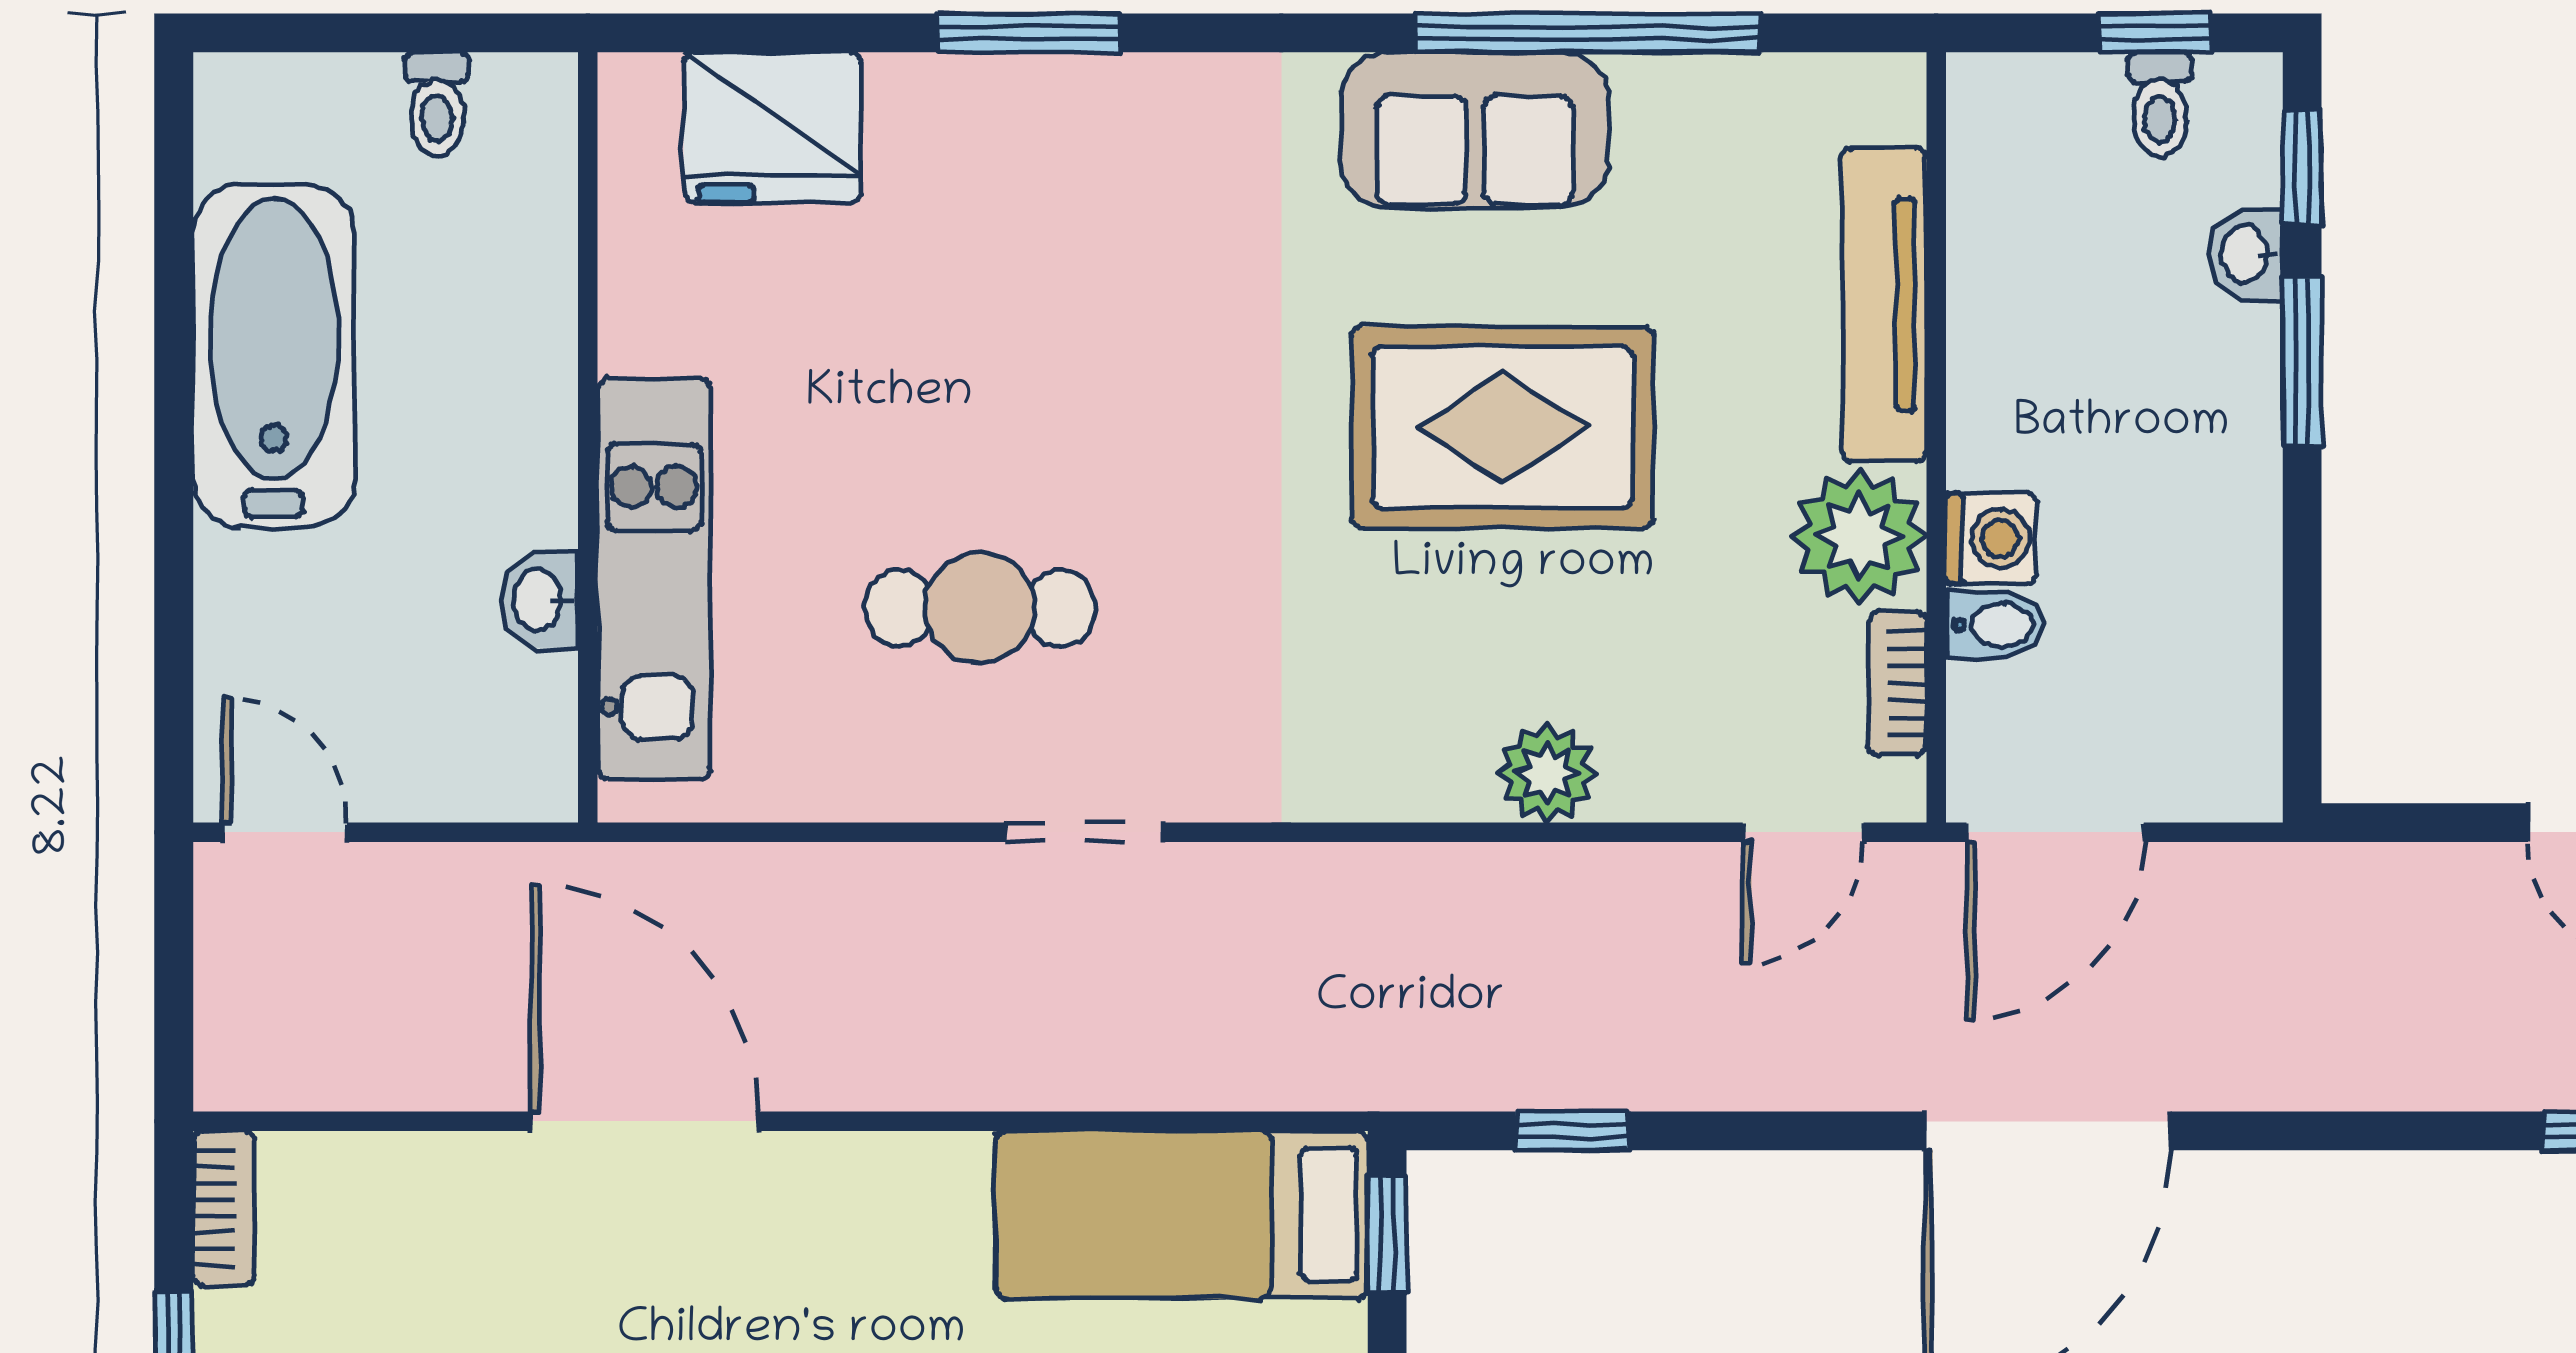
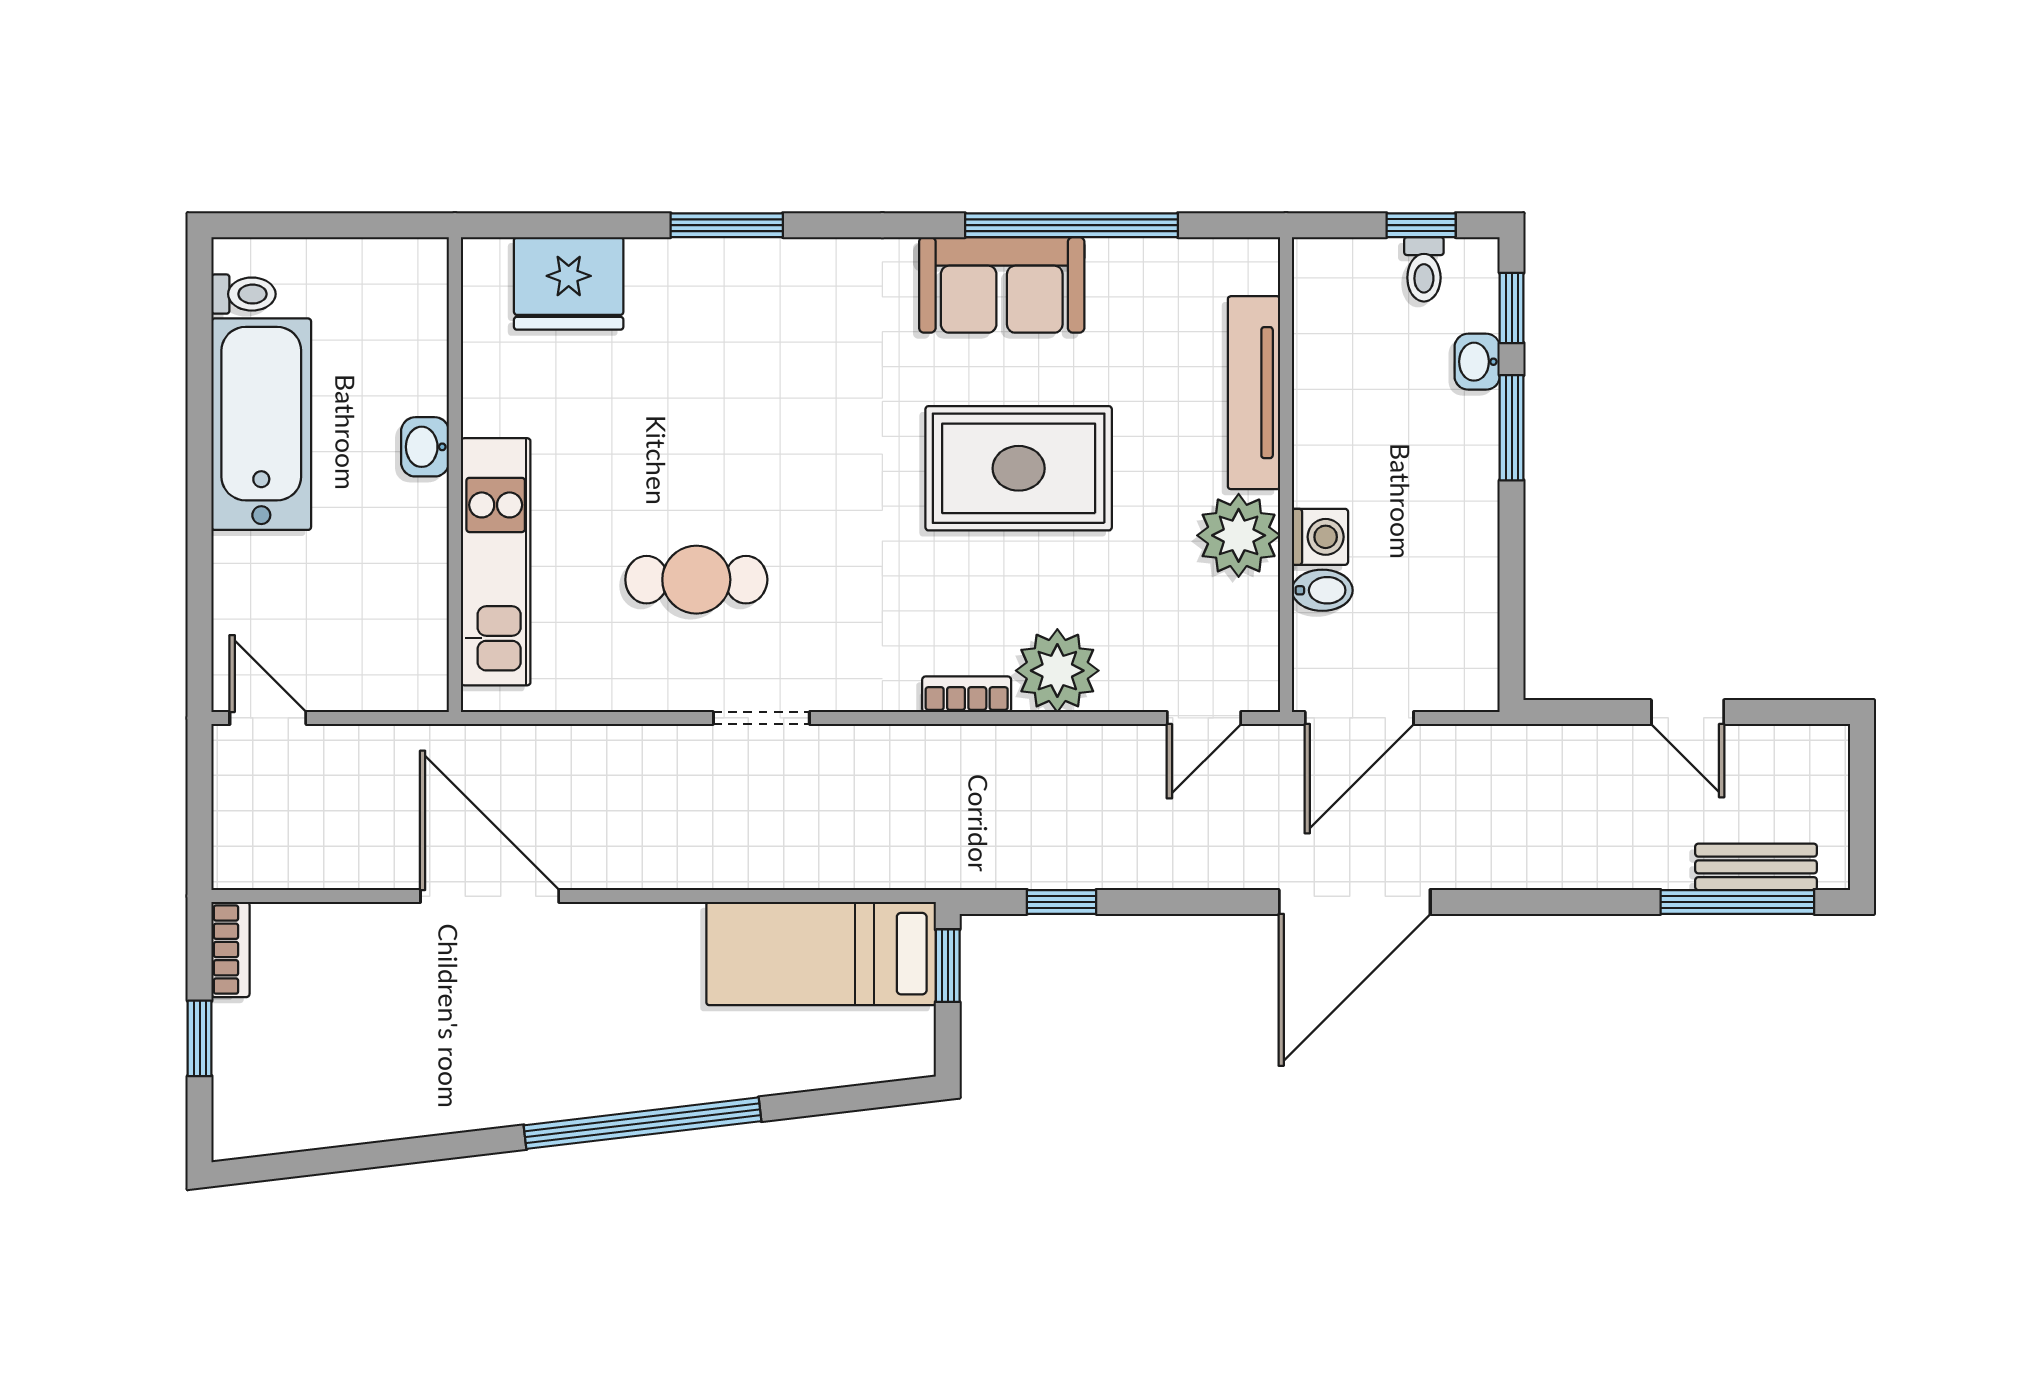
toilet: (437, 104) -> (244, 294), moved, turned -90
washbasin: (539, 600) -> (425, 447), moved
bookcase: (1898, 683) -> (967, 694), moved, turned 90
plant: (1547, 773) -> (1057, 671), width x1.36, depth x1.36

